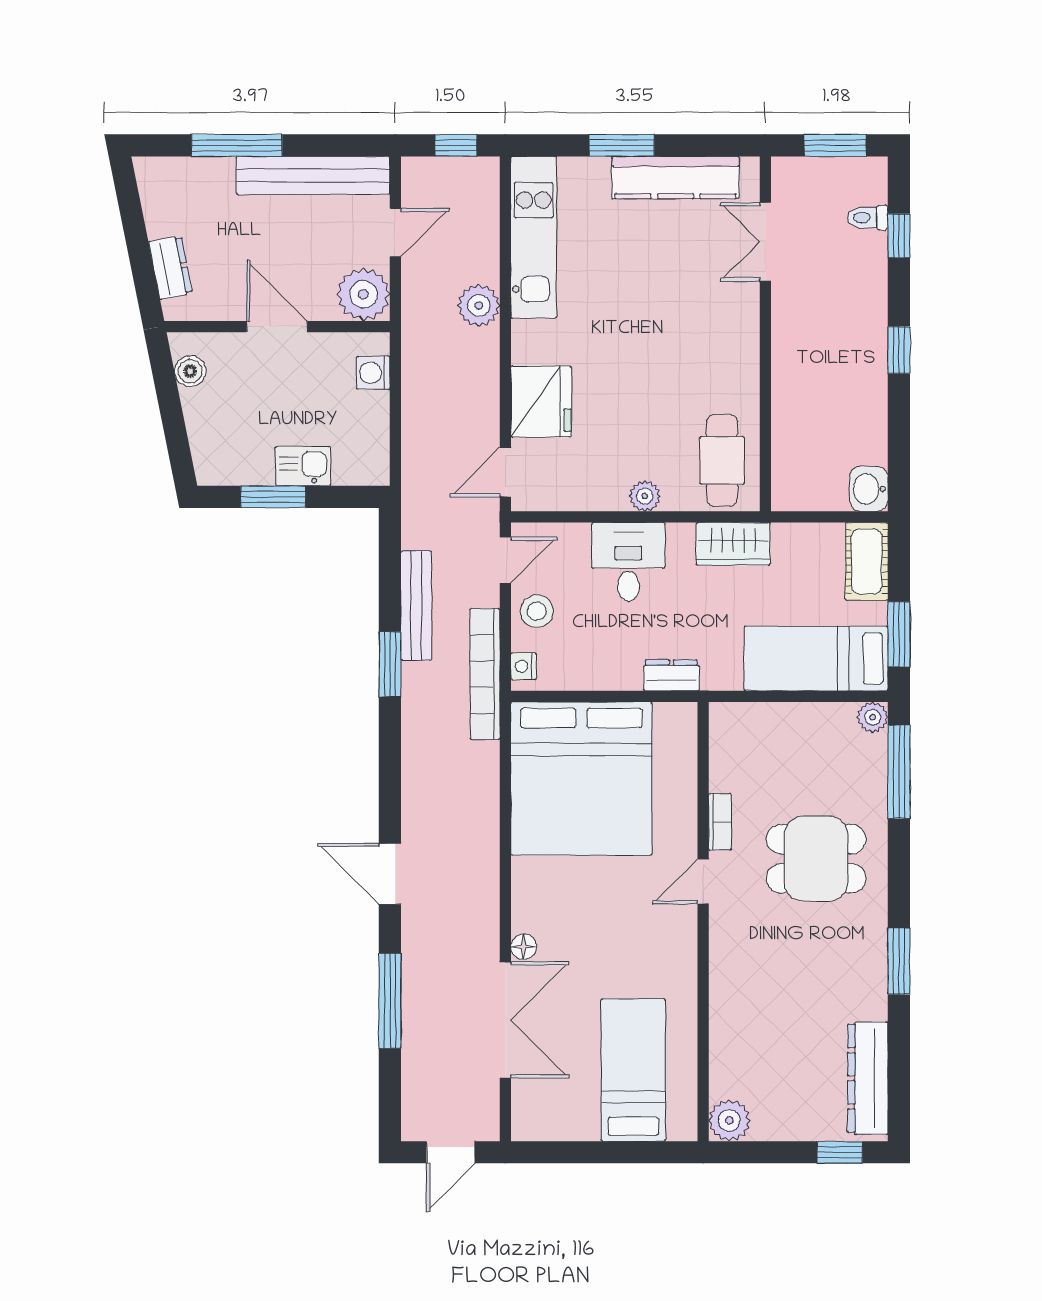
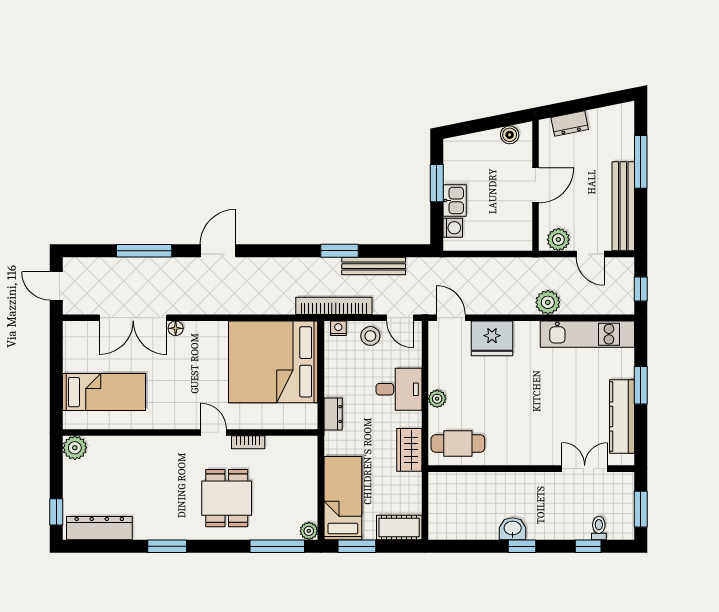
plant: (363, 294) -> (558, 240), width x0.73, depth x0.73
washing machine: (373, 373) -> (453, 228), moved, turned 90
washbasin: (869, 489) -> (513, 529), moved

